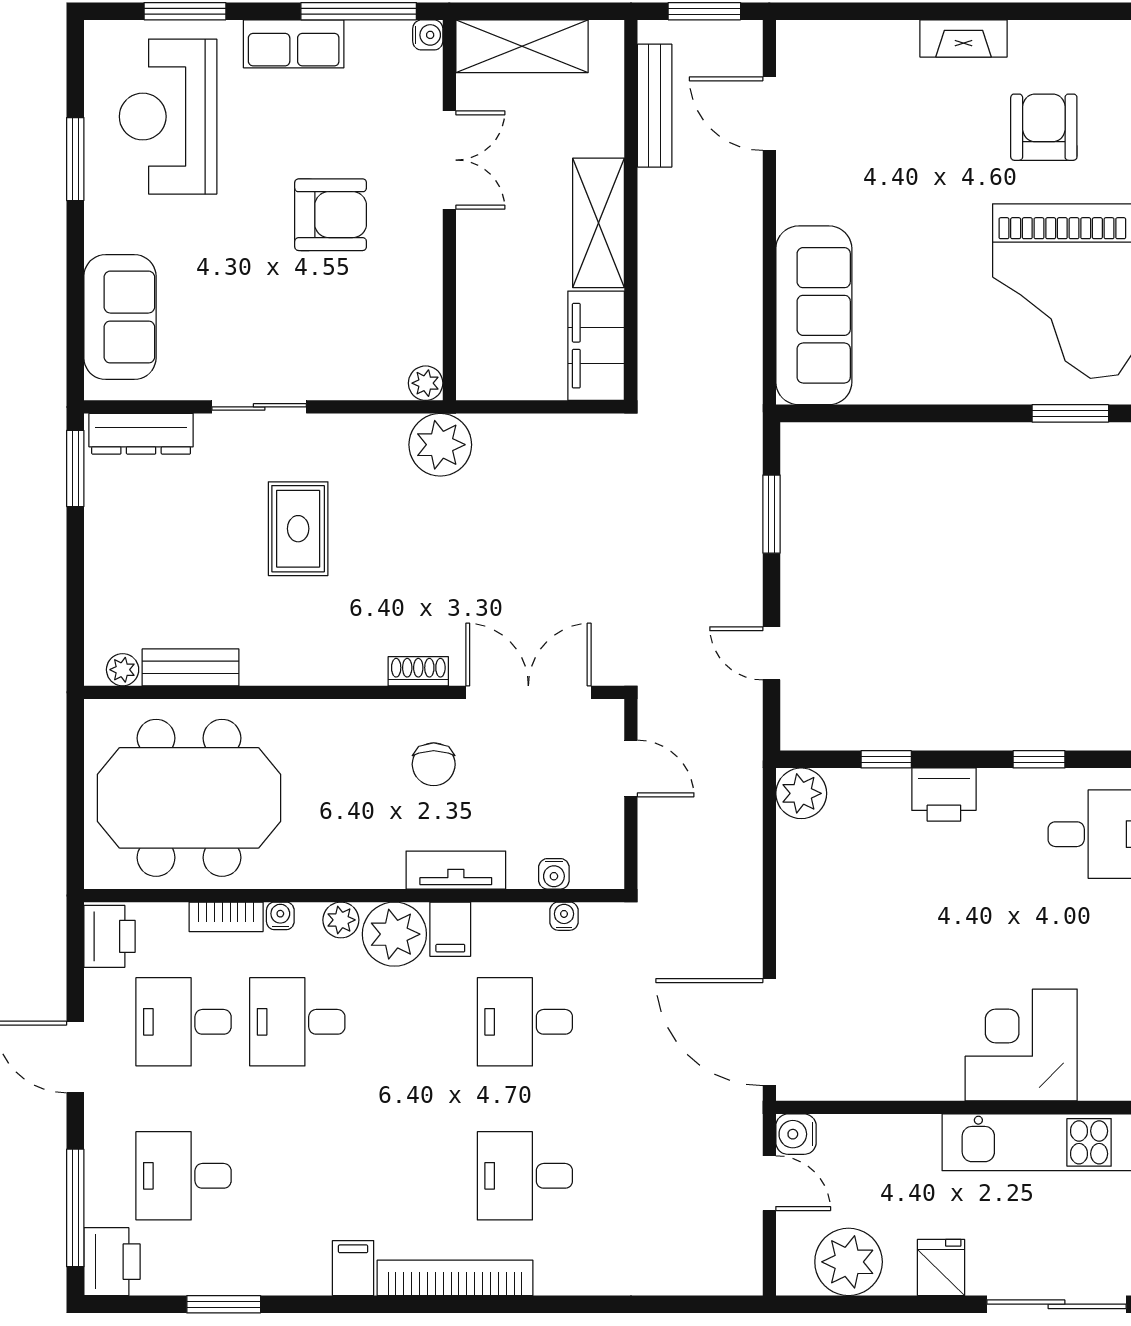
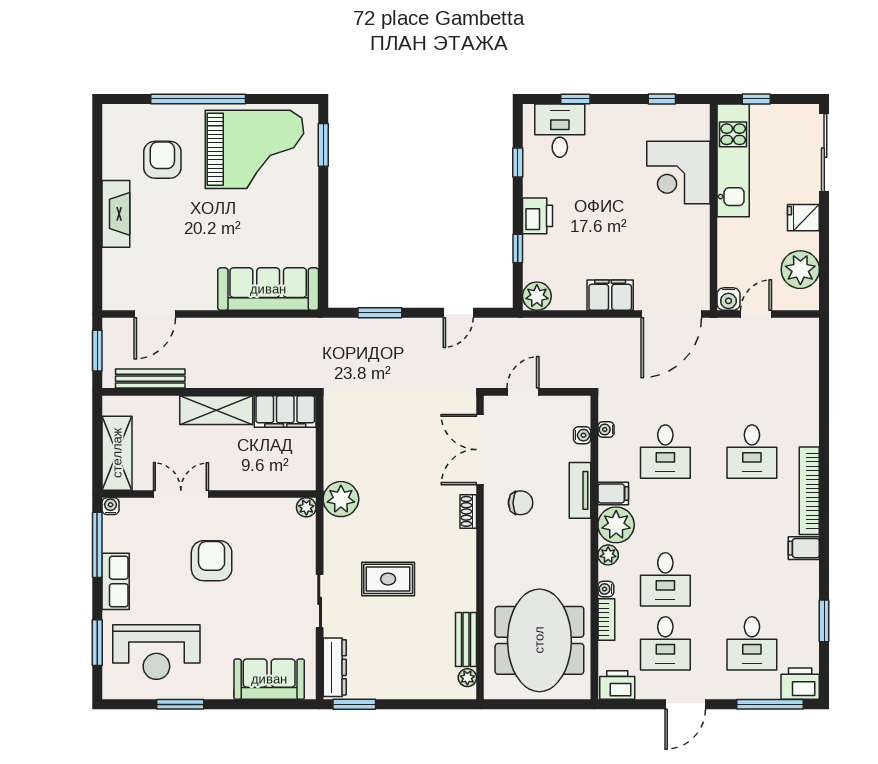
fireplace: (964, 38) -> (116, 214), width x1.37, depth x1.32
armchair: (1044, 127) -> (162, 160), turned 90
filing cabinet: (803, 924) -> (610, 295), added

